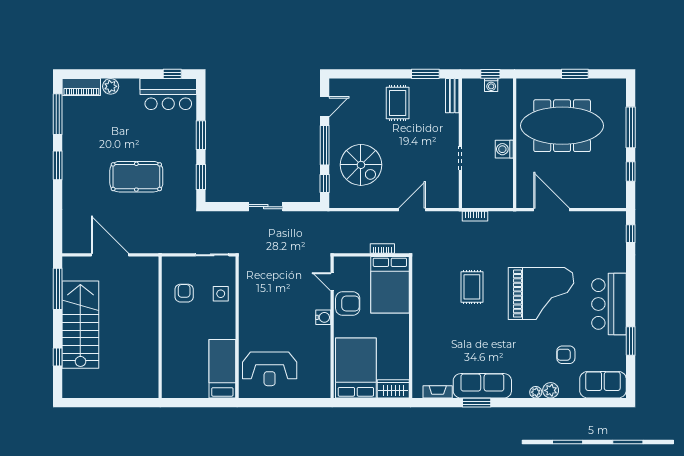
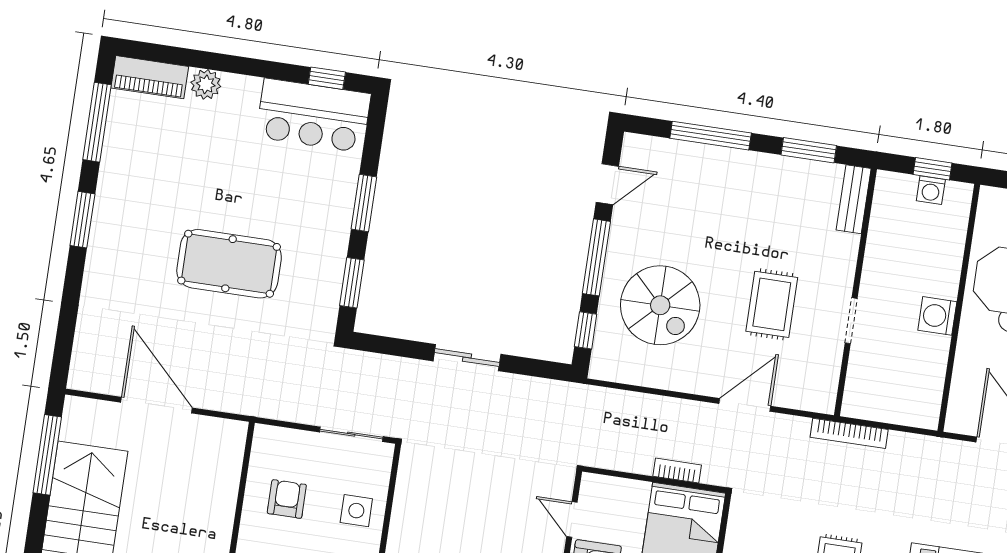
window: (374, 74) -> (711, 136), added
rug: (398, 103) -> (772, 304), moved
bookcase: (475, 216) -> (849, 433), width x1.56

